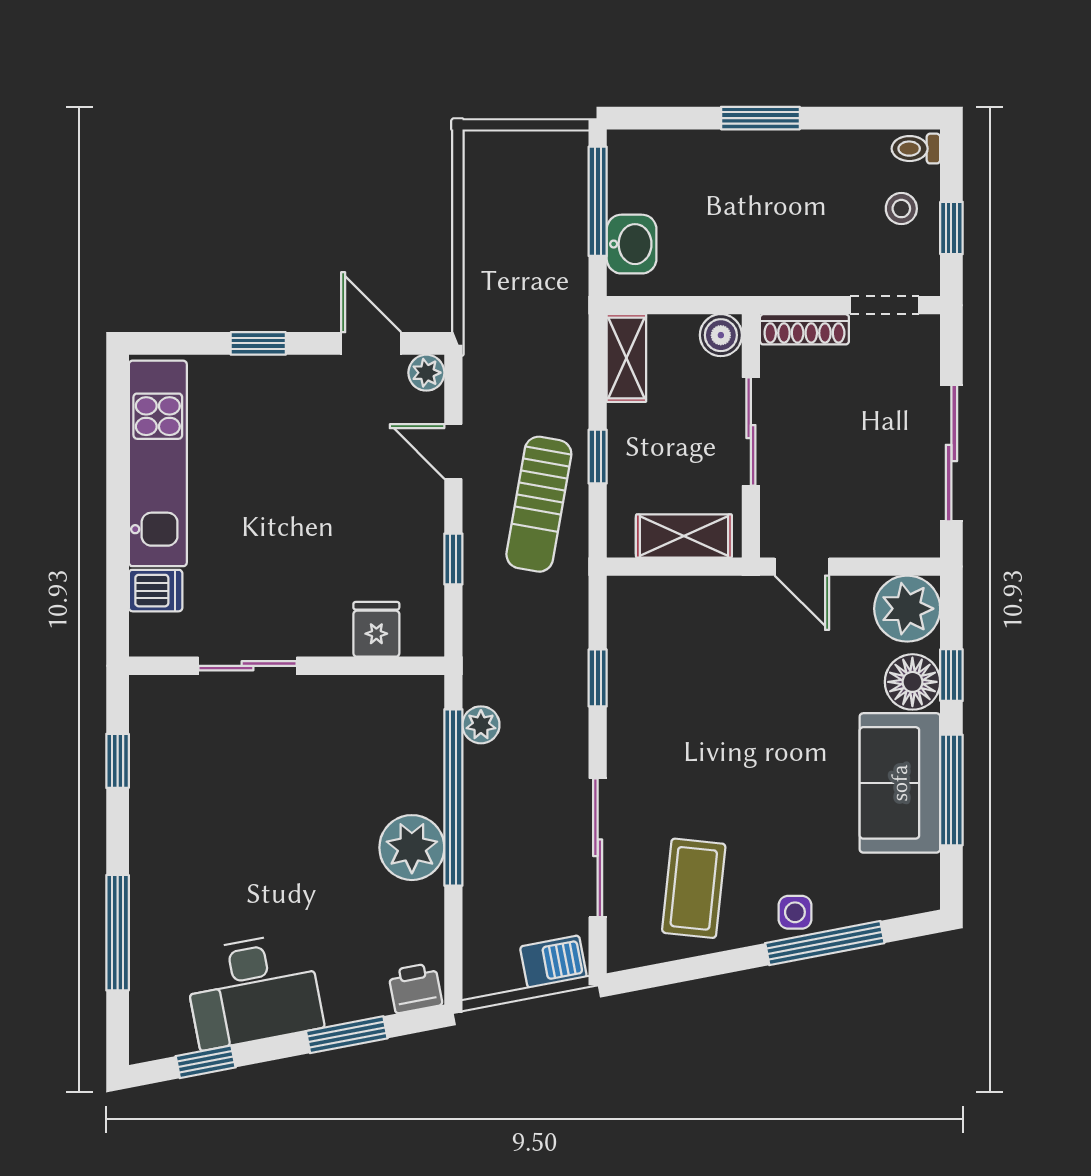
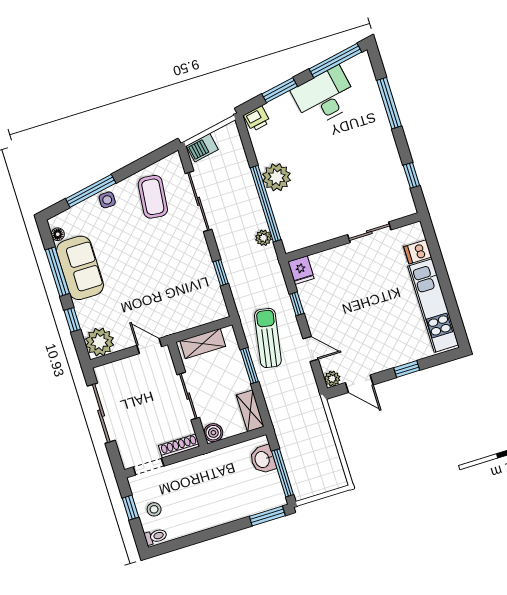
window: (760, 118) -> (267, 516), moved
window: (598, 457) -> (249, 366), width x1.50
fridge: (376, 629) -> (301, 270), moved
floor lamp: (912, 682) -> (58, 234), moved, width x0.53, depth x0.53
window: (206, 1062) -> (335, 60), width x2.17

